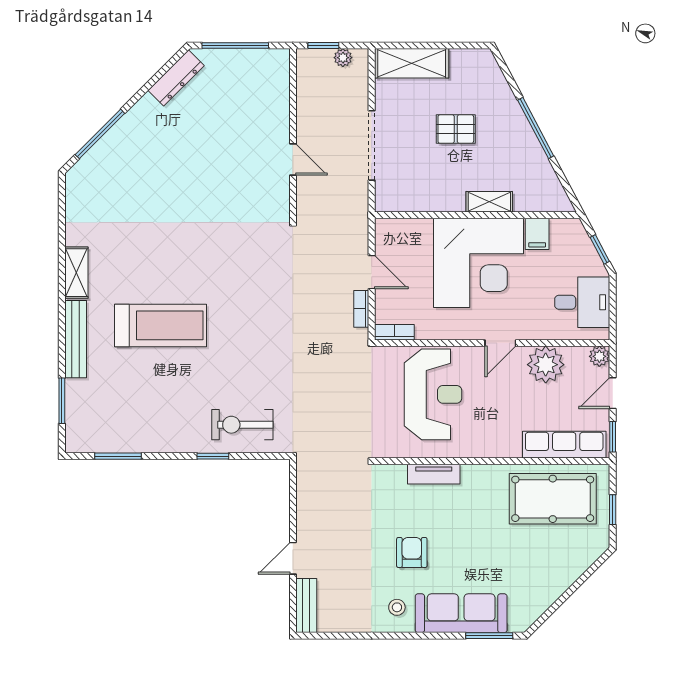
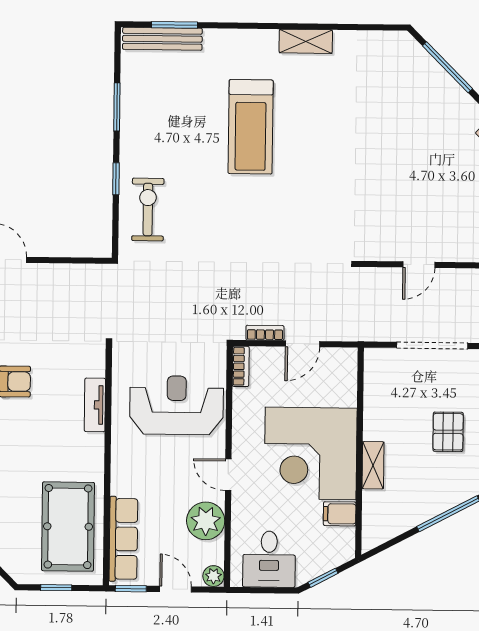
bench: (76, 339) -> (162, 39), moved
reception desk: (433, 394) -> (177, 405), turned 180
window: (118, 456) -> (117, 107), moved

